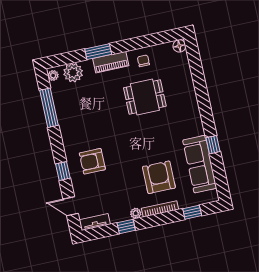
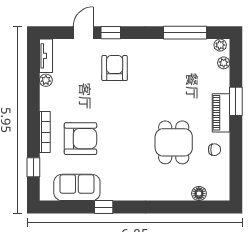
floor lamp: (179, 46) -> (199, 194), moved
plant: (73, 73) -> (224, 63), width x0.53, depth x0.53
sofa: (200, 164) -> (77, 187), width x0.73
door: (71, 206) -> (83, 33), moved
plant: (136, 213) -> (46, 80), moved
window: (126, 227) -> (33, 90), removed

